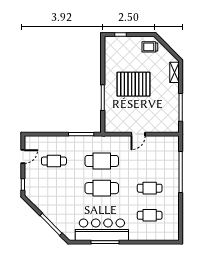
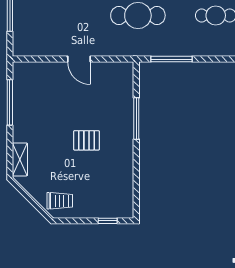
pallet: (133, 84) -> (86, 140), width x0.49, depth x0.50
door: (138, 134) -> (79, 59), swing flipped

